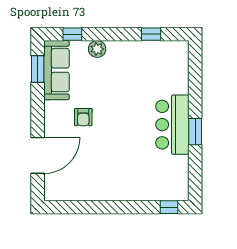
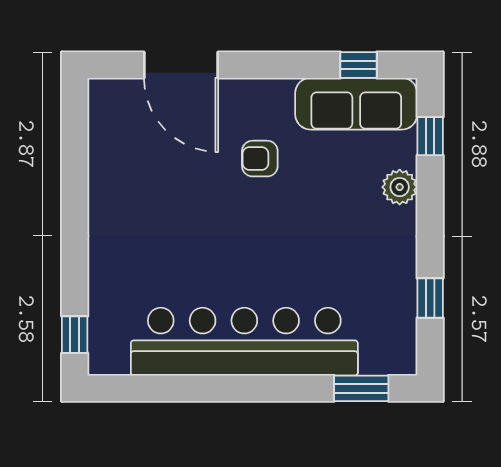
window: (38, 69) -> (359, 65), width x0.67
bar counter: (172, 125) -> (244, 342), width x1.86
window: (195, 132) -> (361, 388), moved

